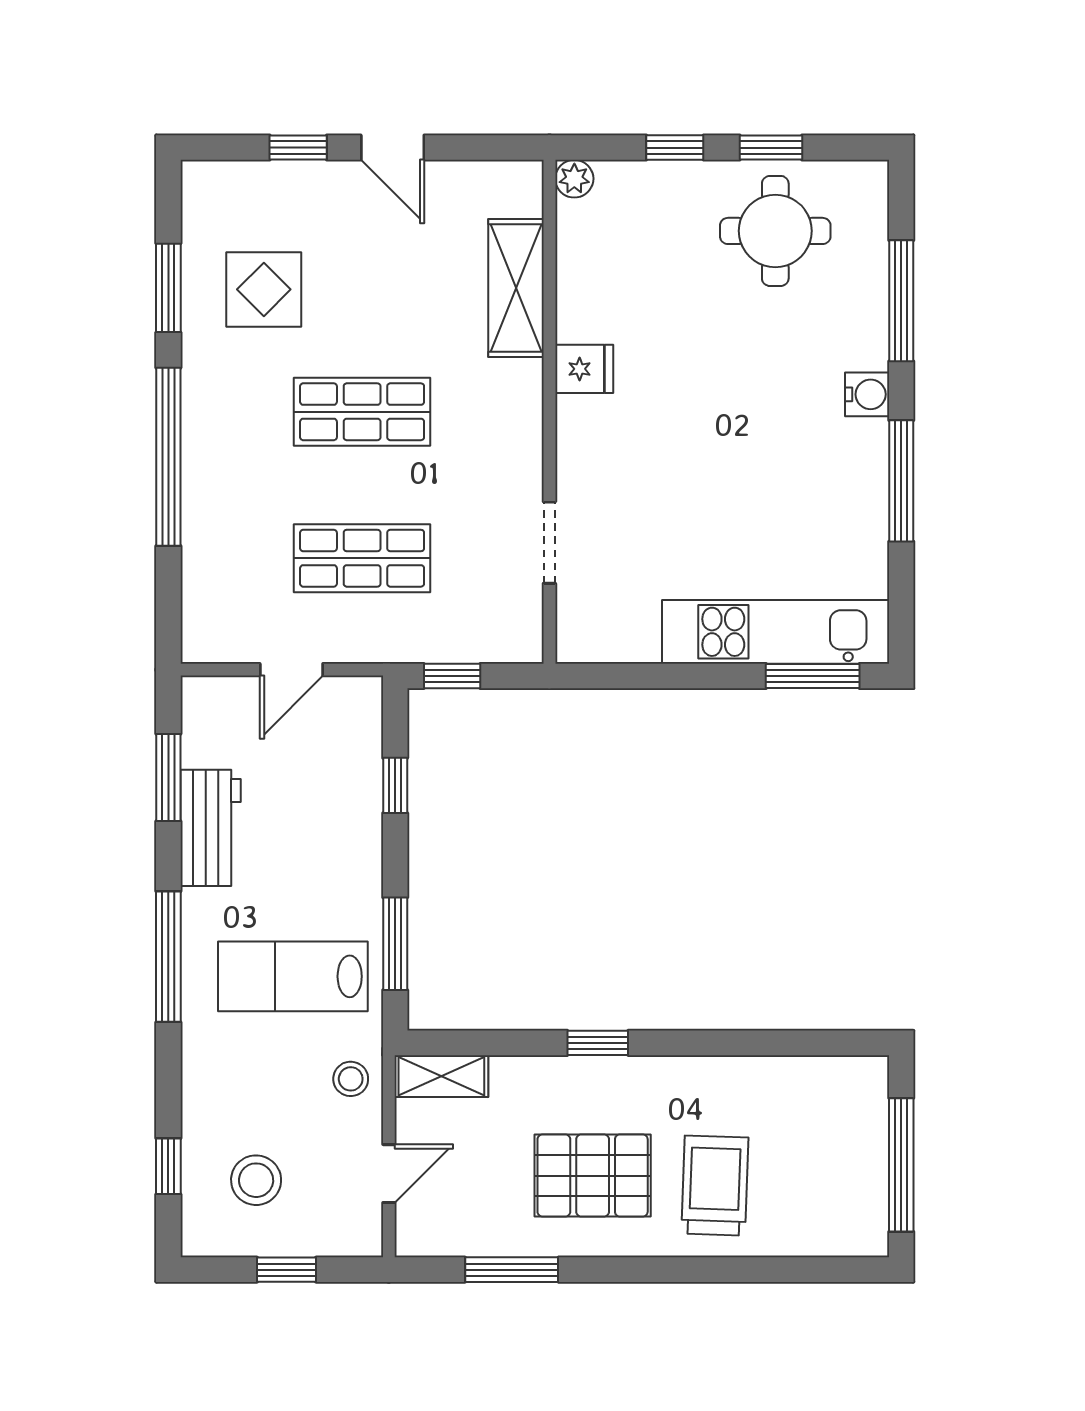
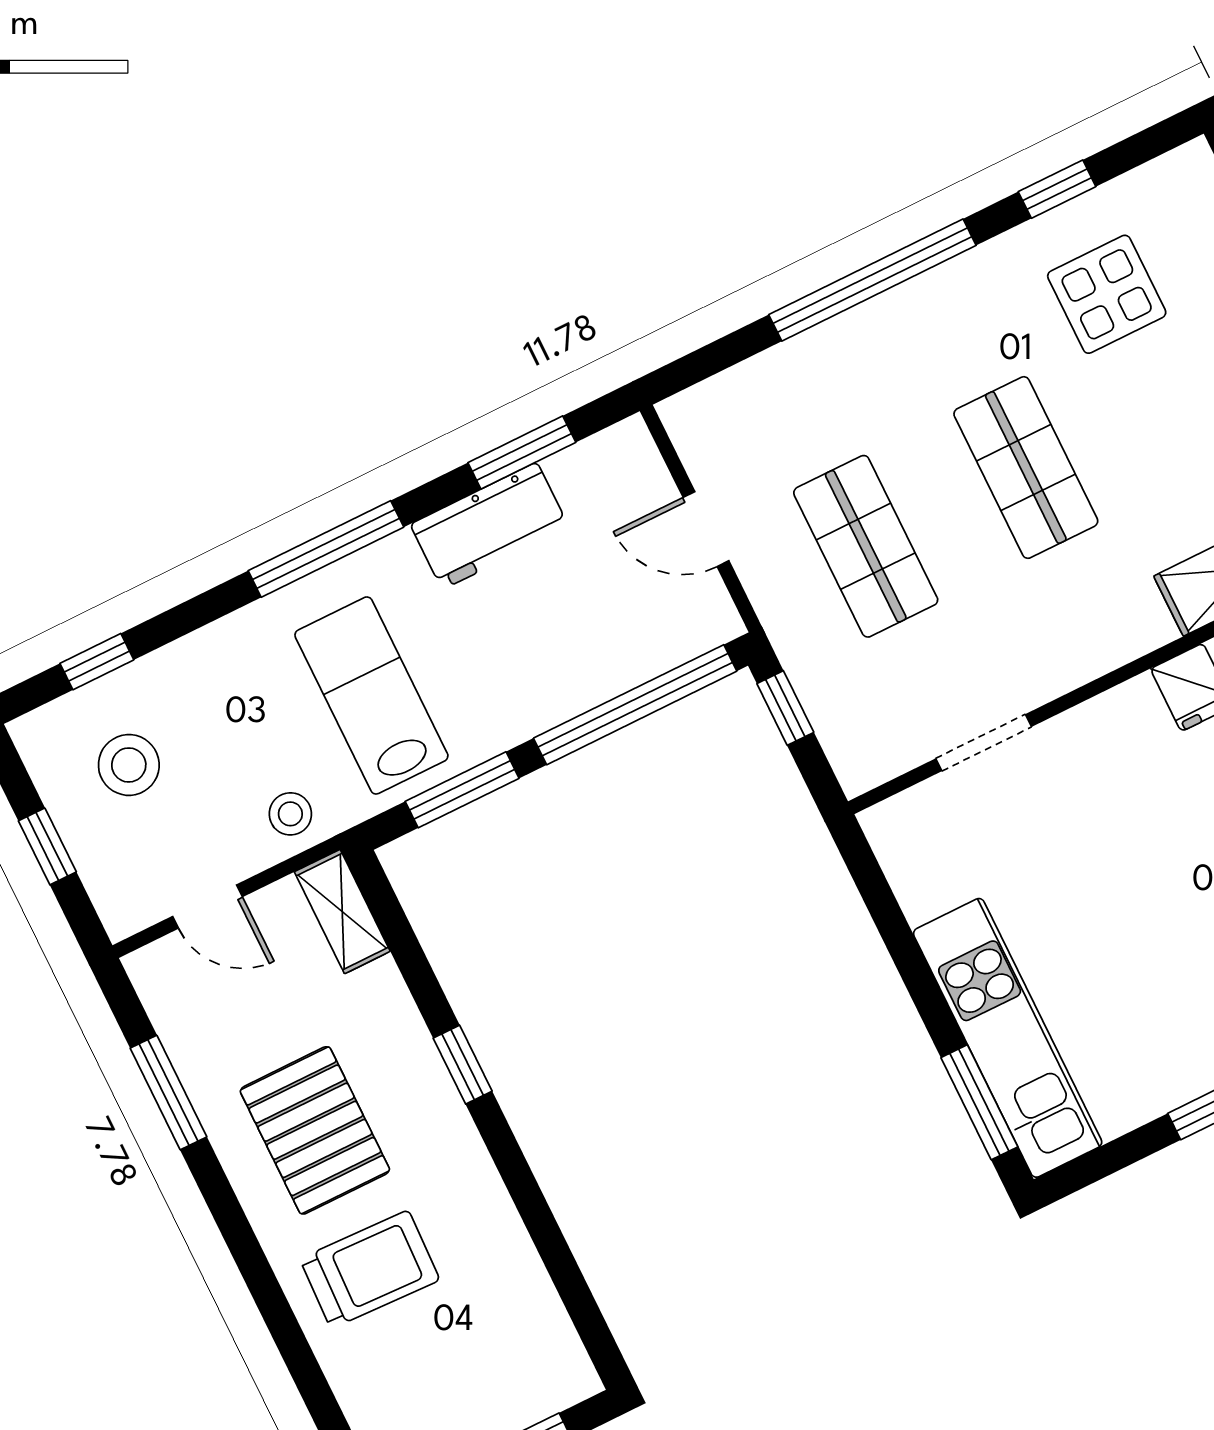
window: (168, 288) -> (1057, 189), width x0.67
window: (395, 785) -> (635, 705), width x3.17

